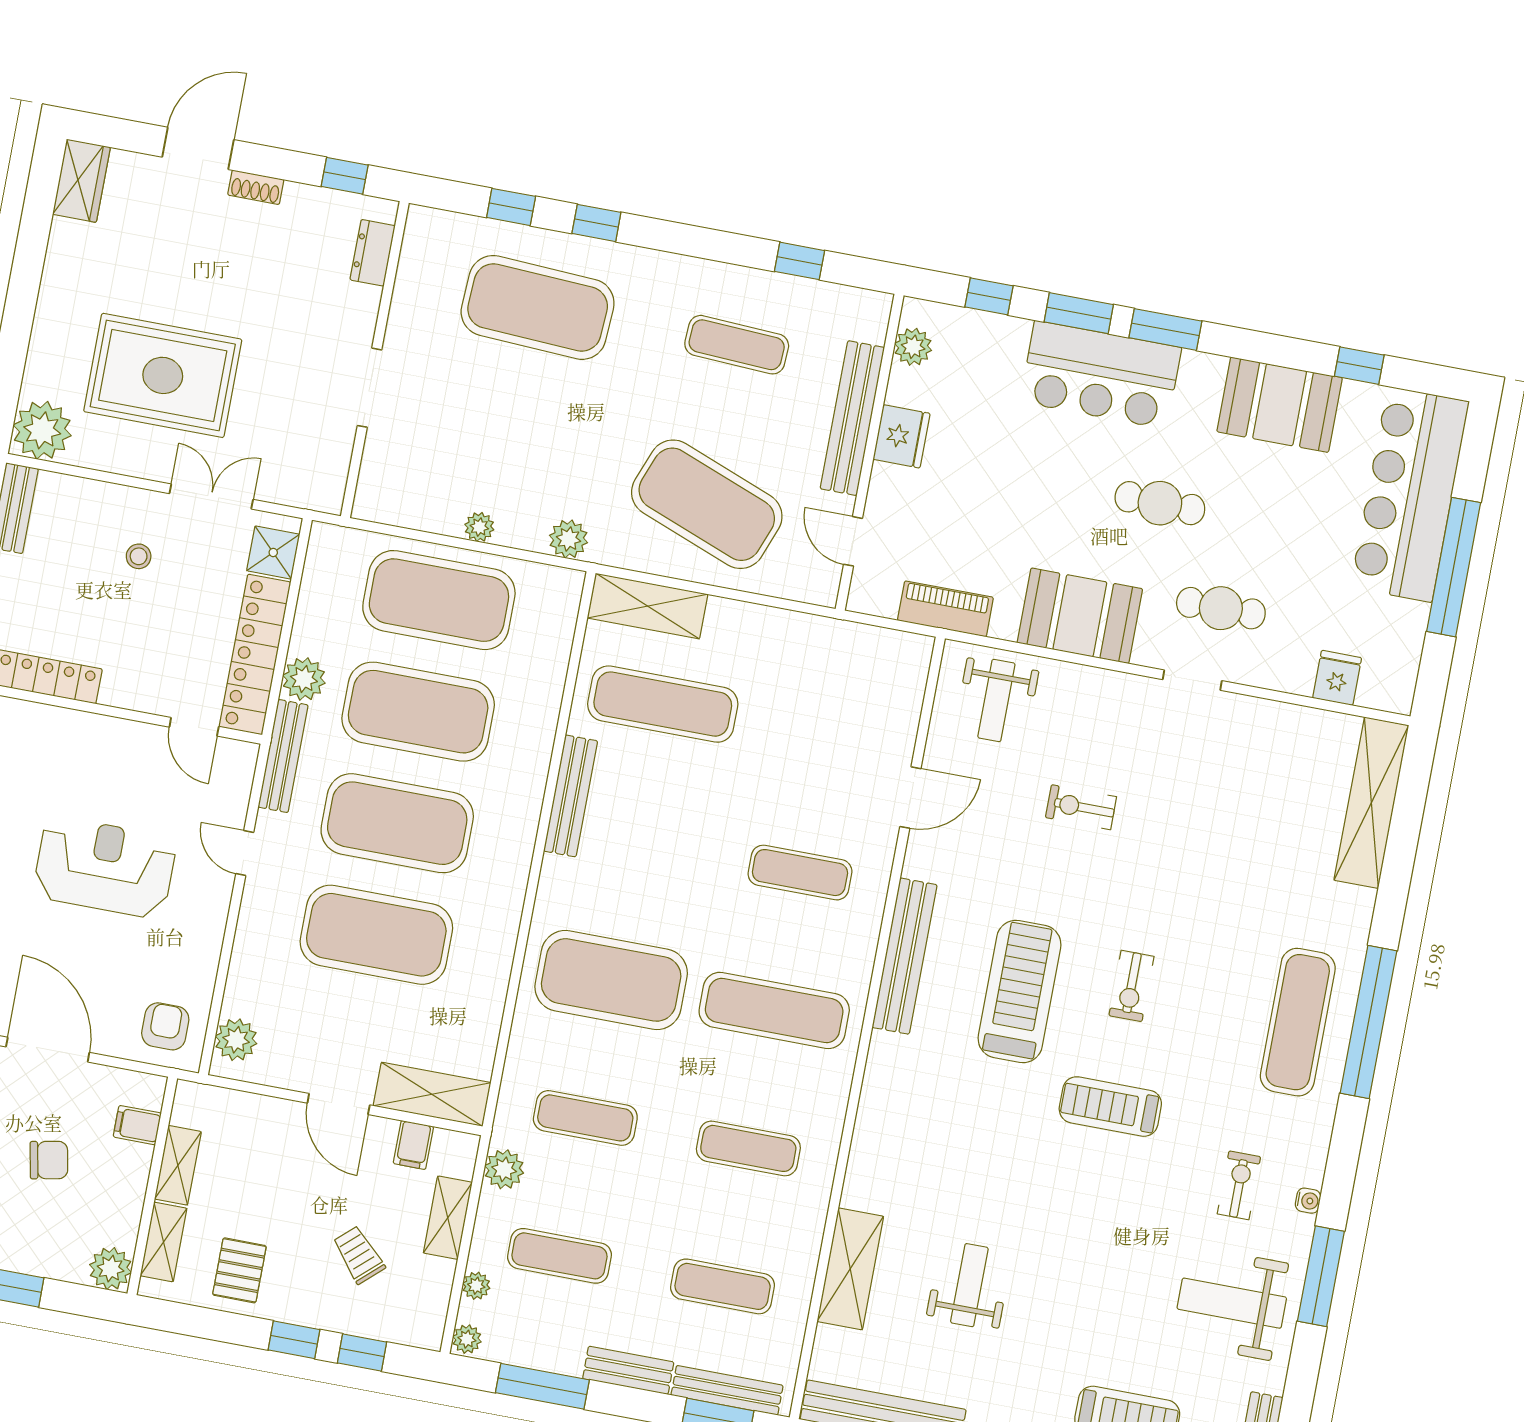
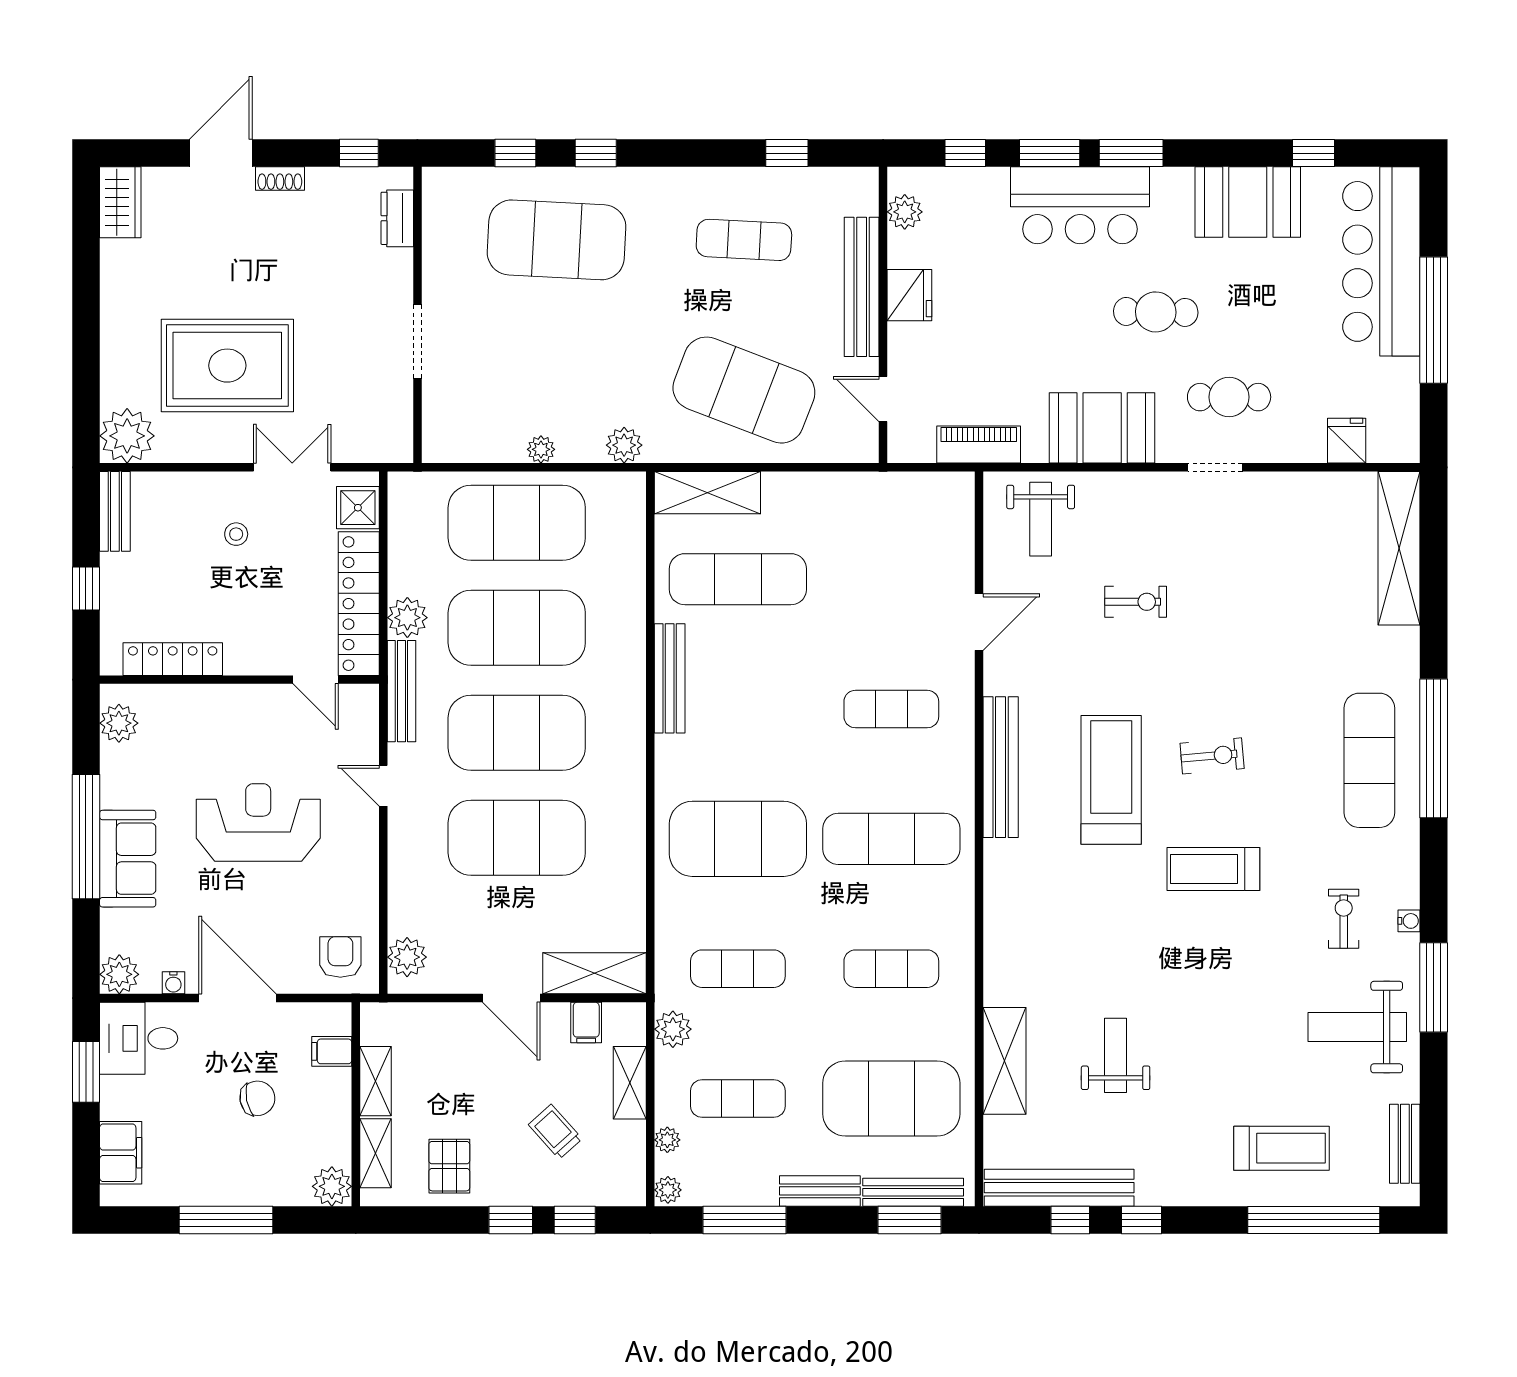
exercise bike: (1081, 807) -> (1136, 602), turned 180
exercise bike: (1131, 986) -> (1212, 756), turned -95
exercise mat: (723, 1286) -> (891, 1099), width x2.00, depth x1.45

